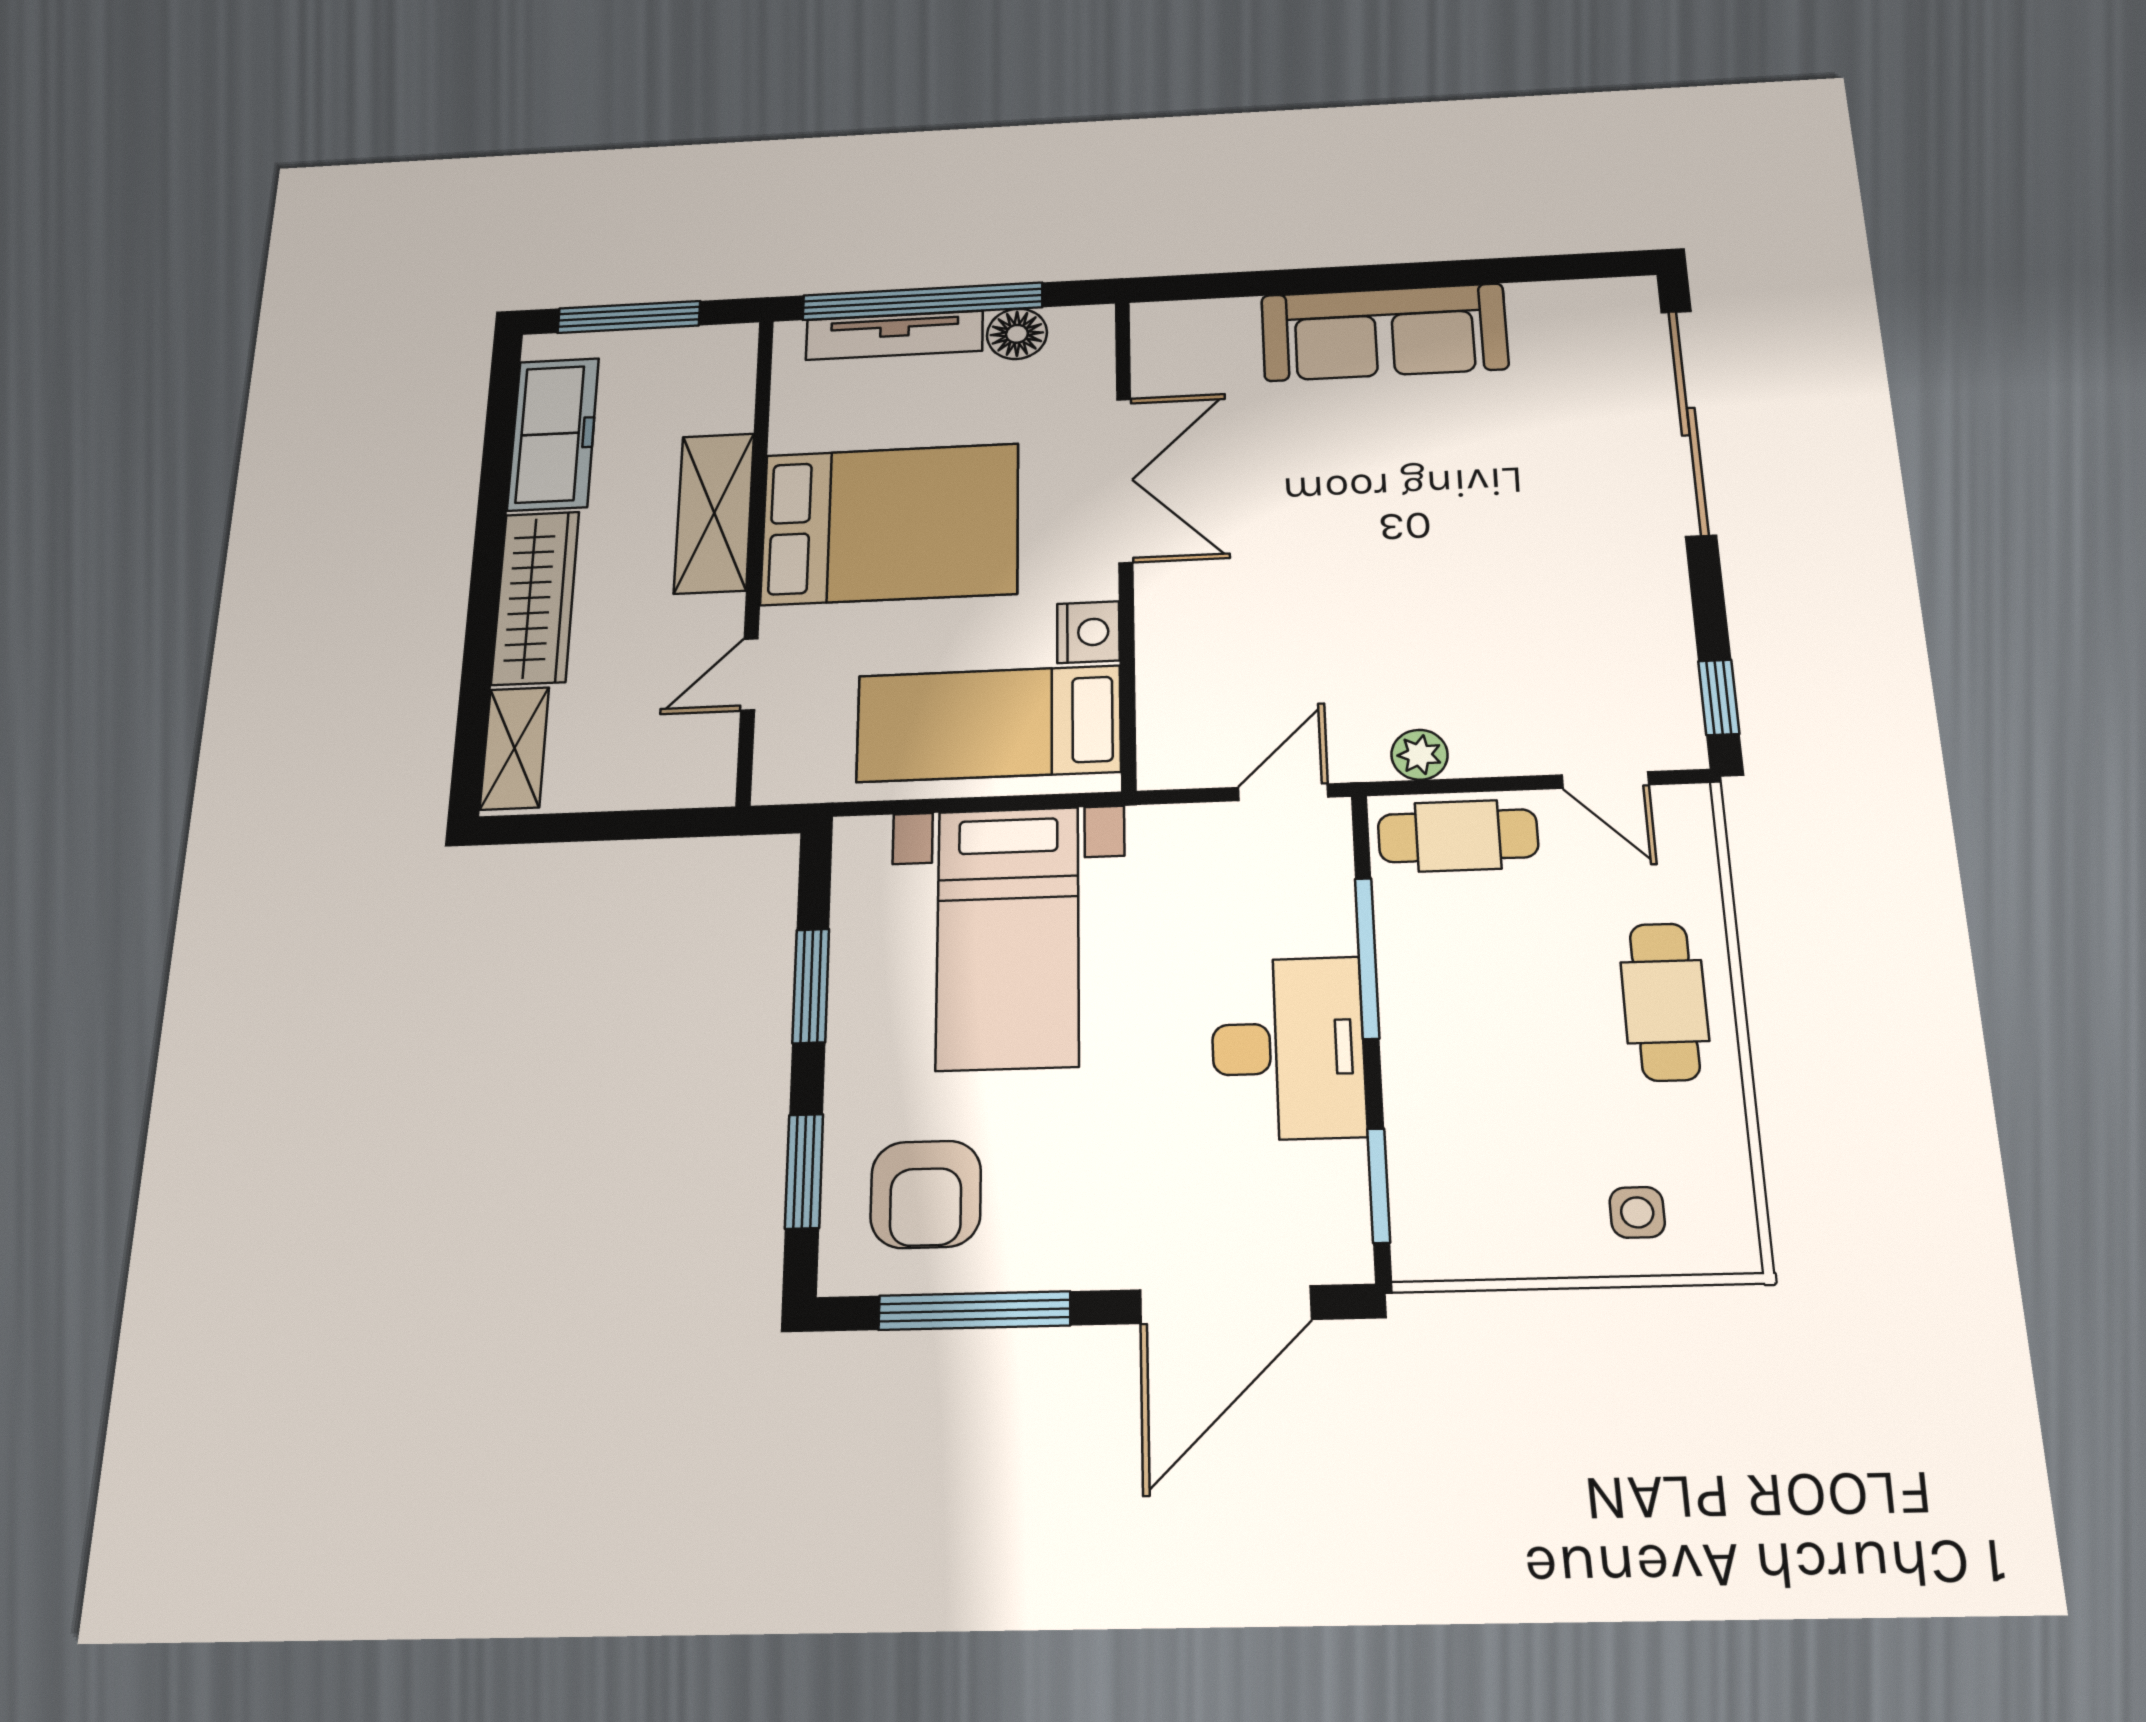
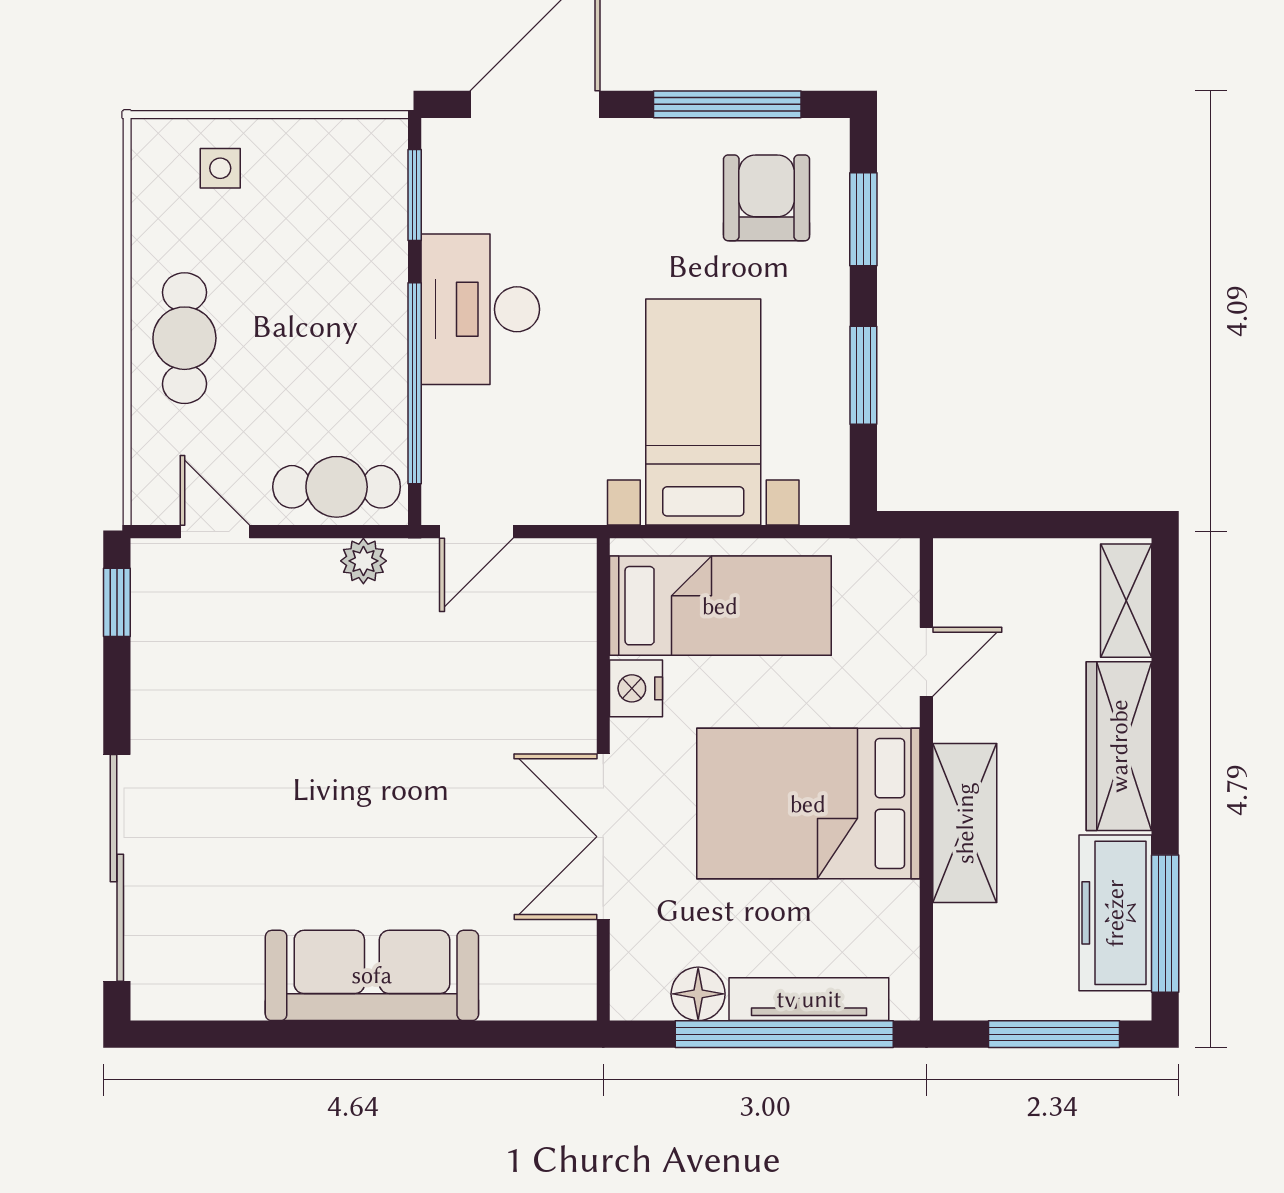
window: (500, 426) -> (1165, 924), added
window: (1367, 958) -> (415, 383), width x1.46

